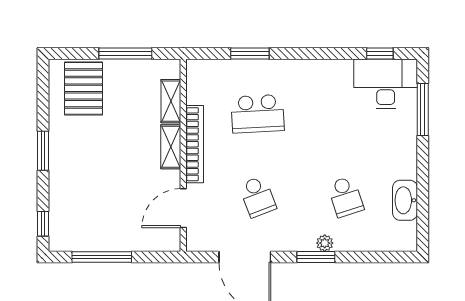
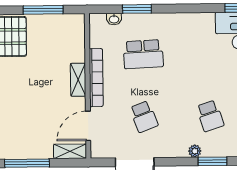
washbasin: (219, 67) -> (114, 19), added
shelving: (171, 101) -> (70, 151), moved, turned 90
window: (316, 257) -> (213, 161), moved

